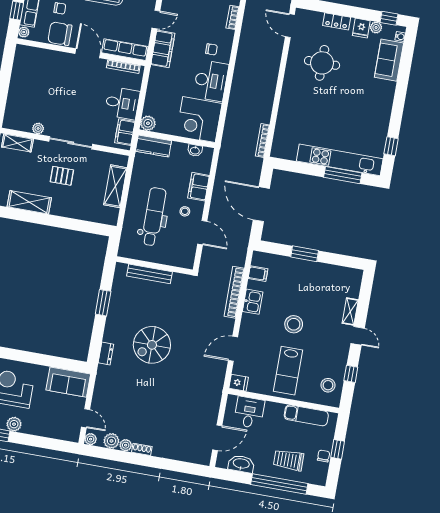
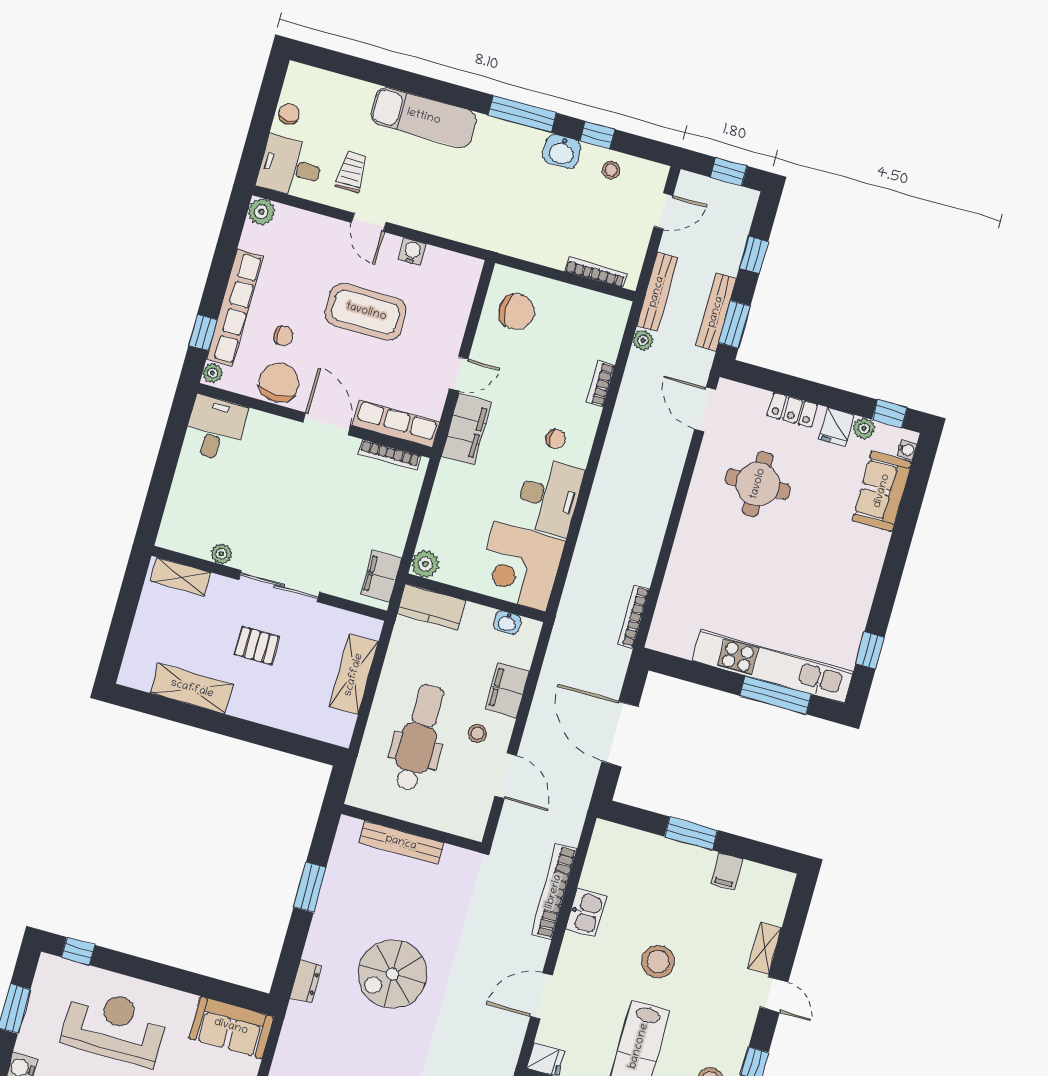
chair: (60, 34) -> (279, 383), turned 90
desk: (122, 103) -> (215, 429), moved, turned -90
filing cabinet: (258, 274) -> (727, 871), moved, turned 90

